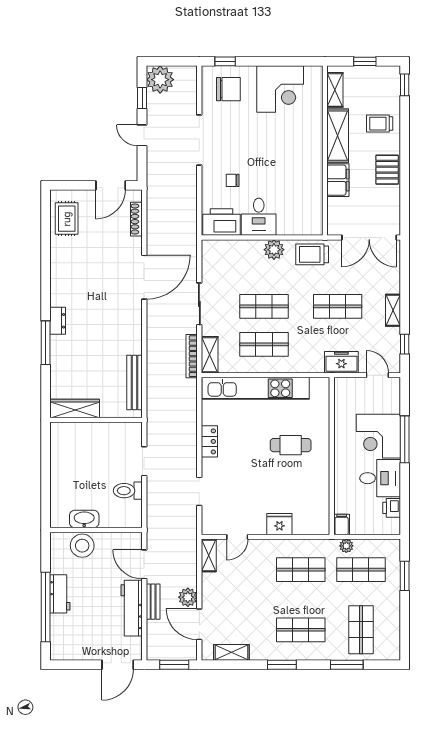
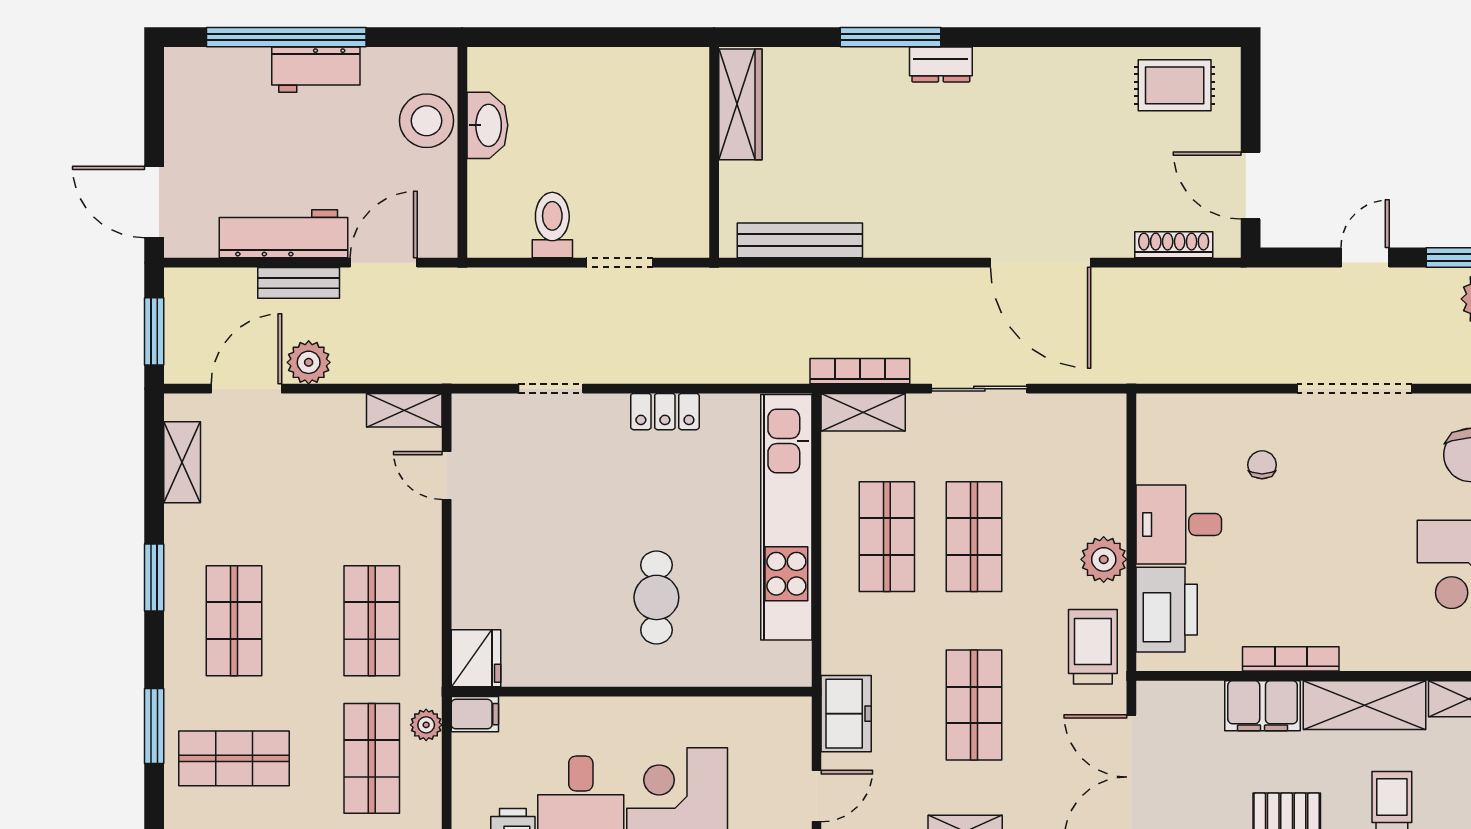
bookcase: (317, 168) -> (1291, 659), added
printer: (221, 222) -> (1167, 610), moved
fridge: (279, 524) -> (476, 658), moved

